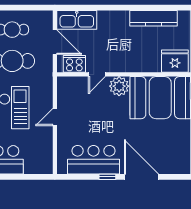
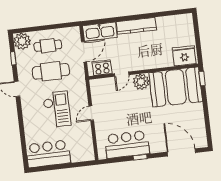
kitchen counter: (153, 18) -> (136, 26), moved
door: (55, 42) -> (84, 52), hinge flipped
door: (142, 177) -> (181, 152), moved

